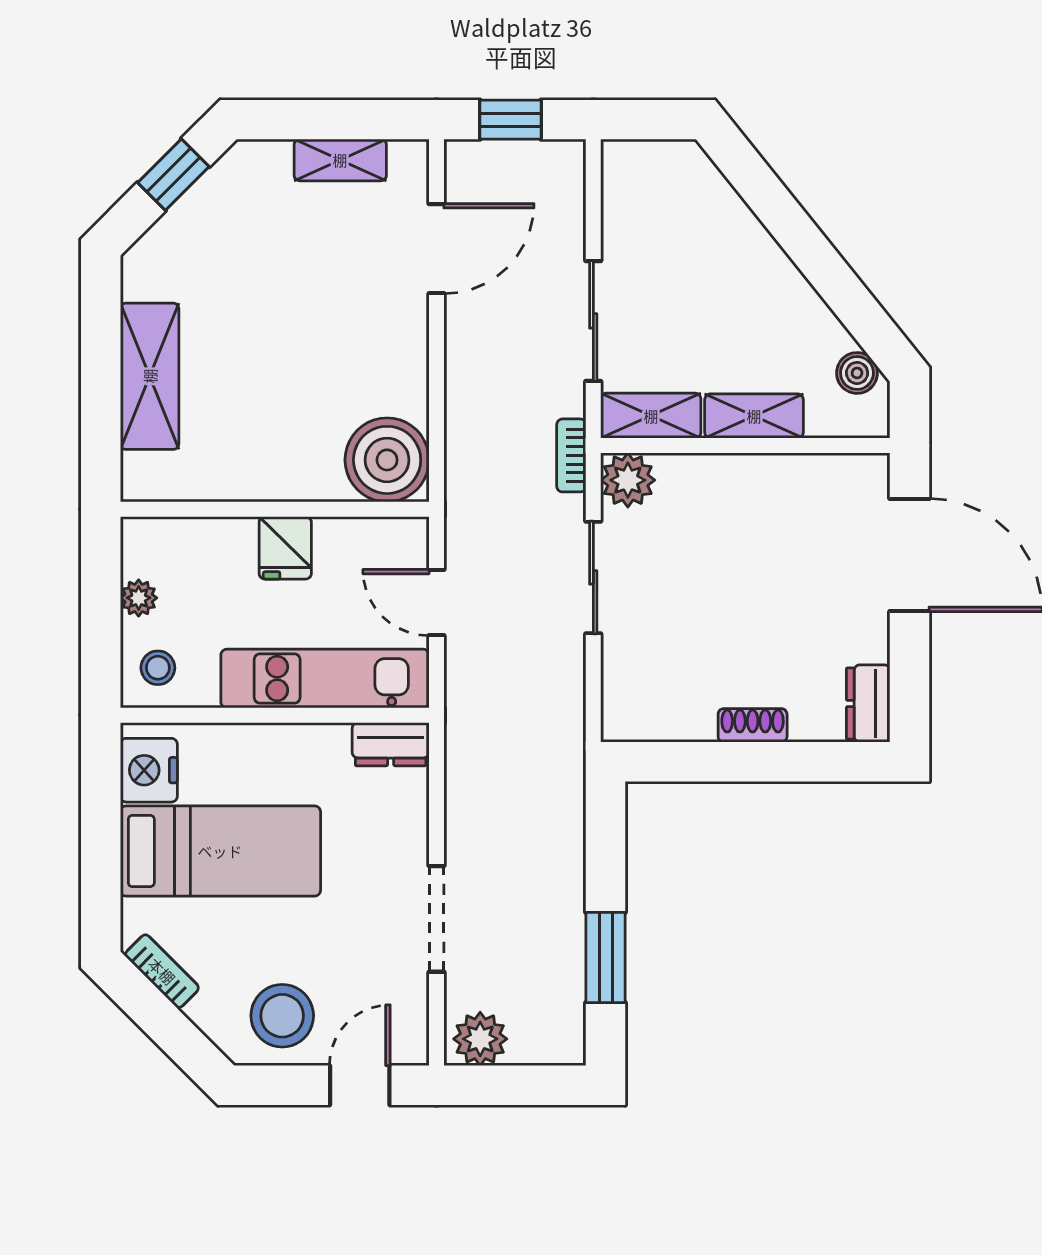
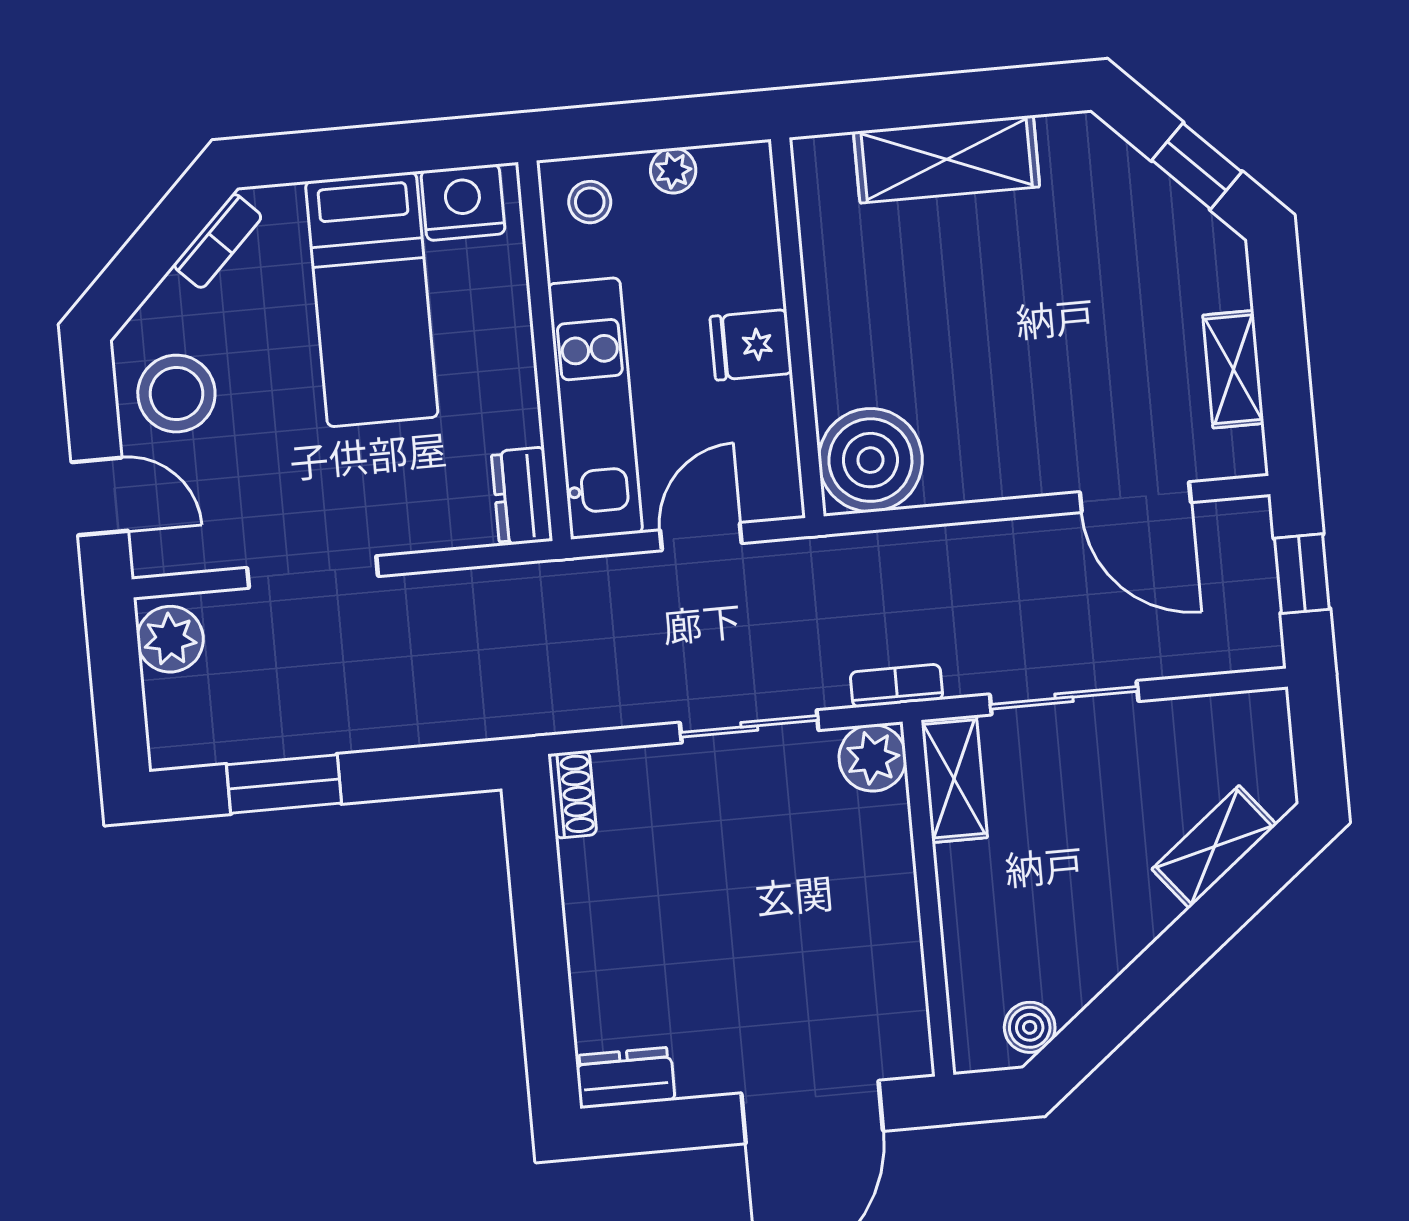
shelving: (754, 416) -> (1214, 847), moved, turned 51
shoe rack: (753, 725) -> (572, 794), moved

